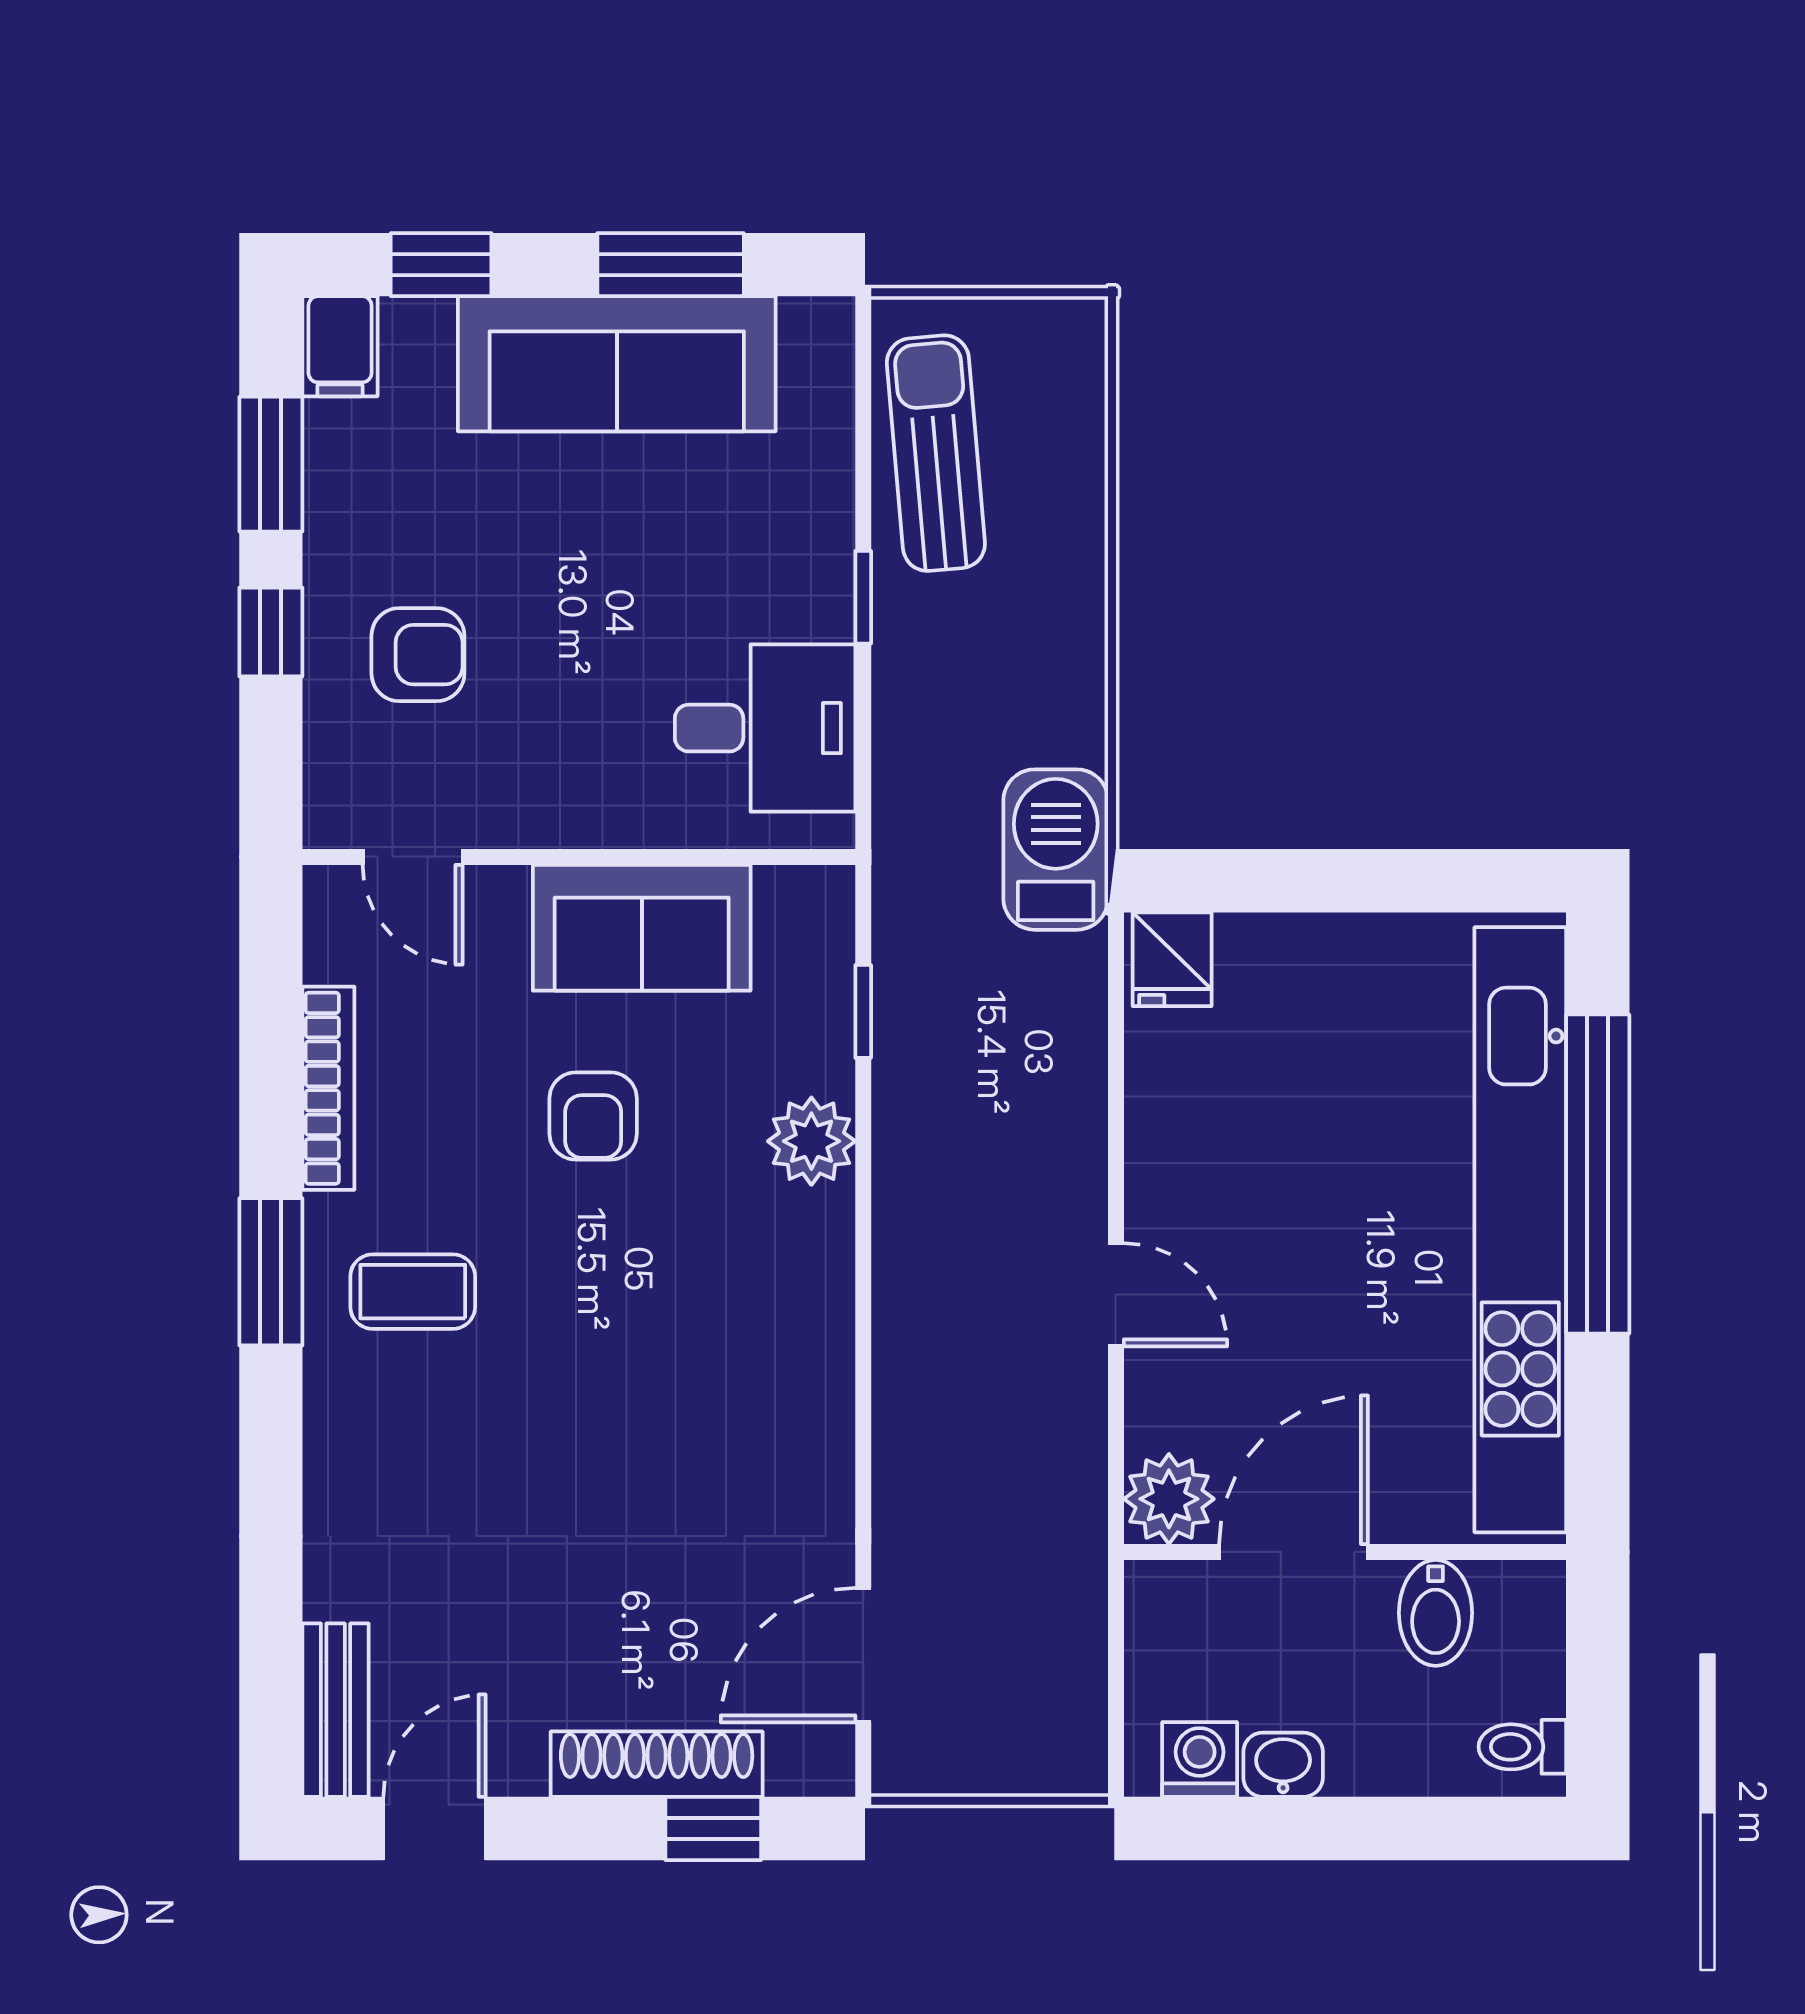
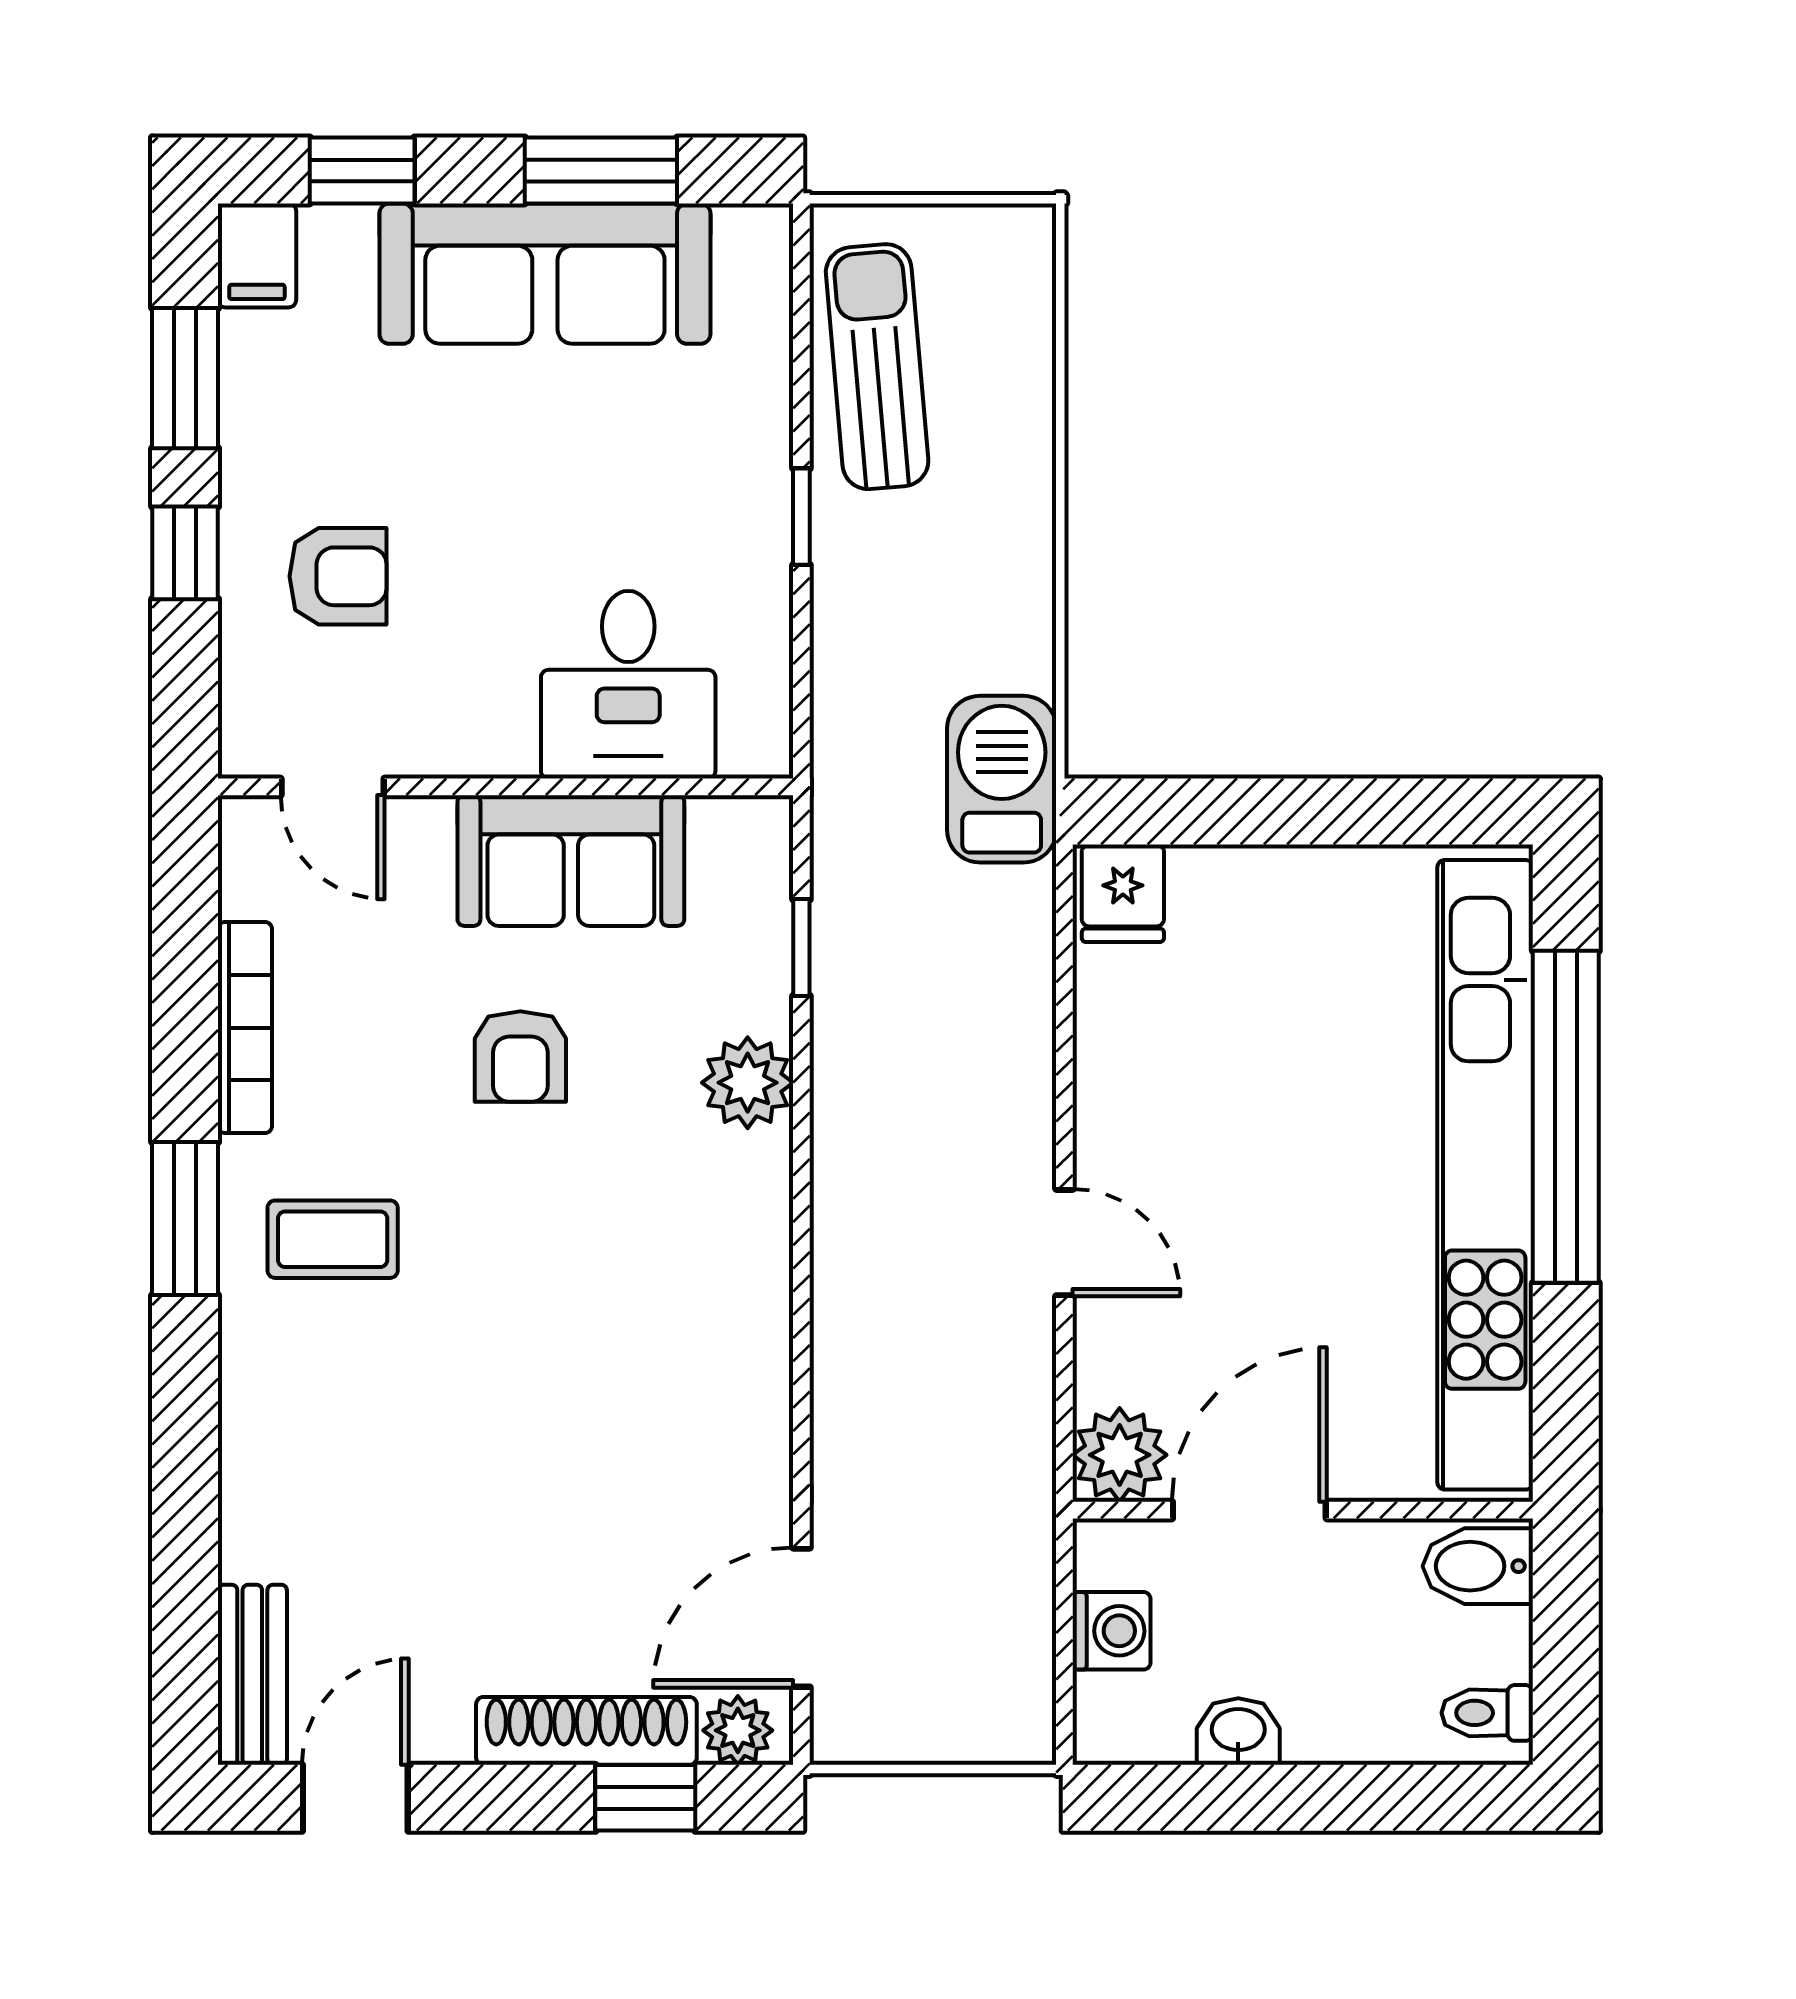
desk: (765, 728) -> (628, 685), moved, turned 90
bidet: (1436, 1613) -> (1478, 1566), moved, turned 90
washing machine: (1200, 1759) -> (1112, 1631), moved, turned 90
plant: (802, 1764) -> (738, 1730), added

